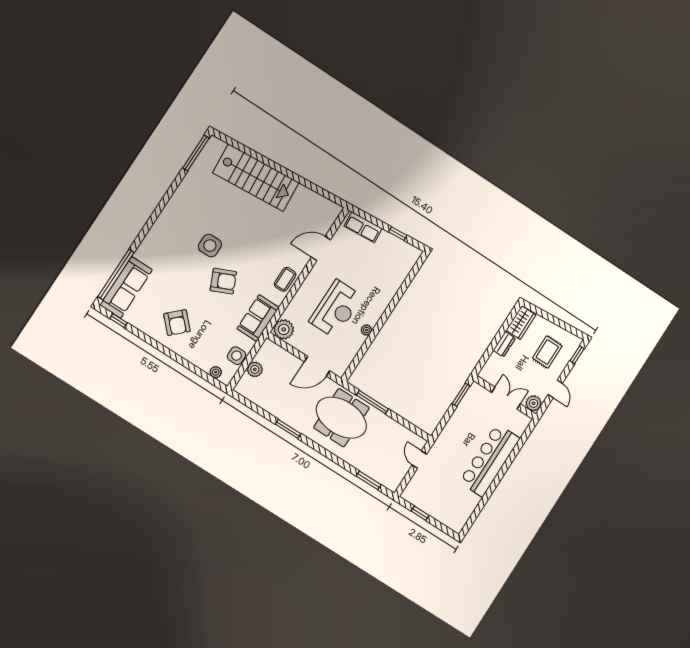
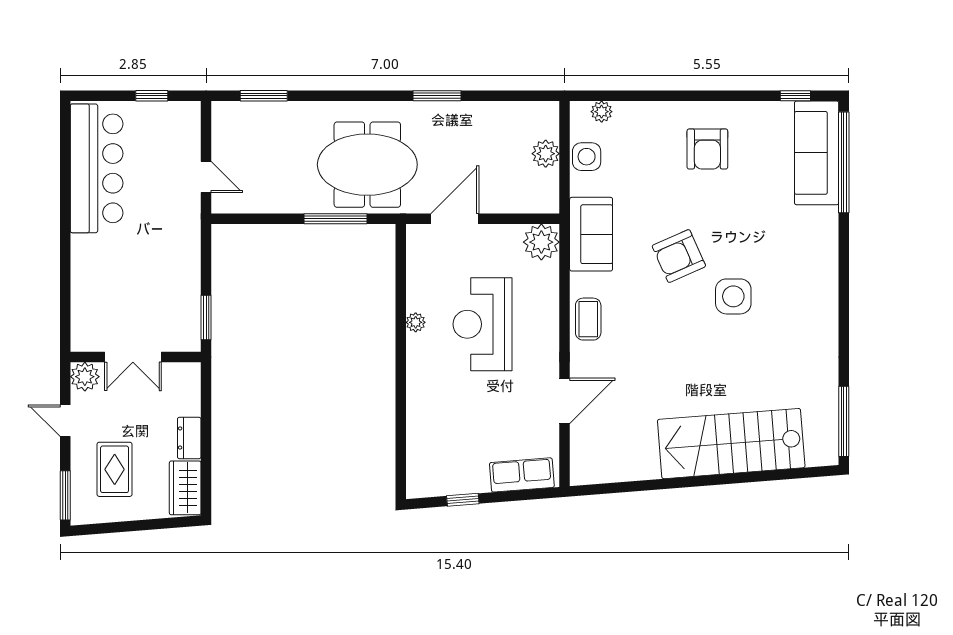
armchair: (177, 323) -> (707, 149), turned -136
window: (577, 355) -> (65, 495), width x1.50
bar counter: (490, 460) -> (97, 168), moved

